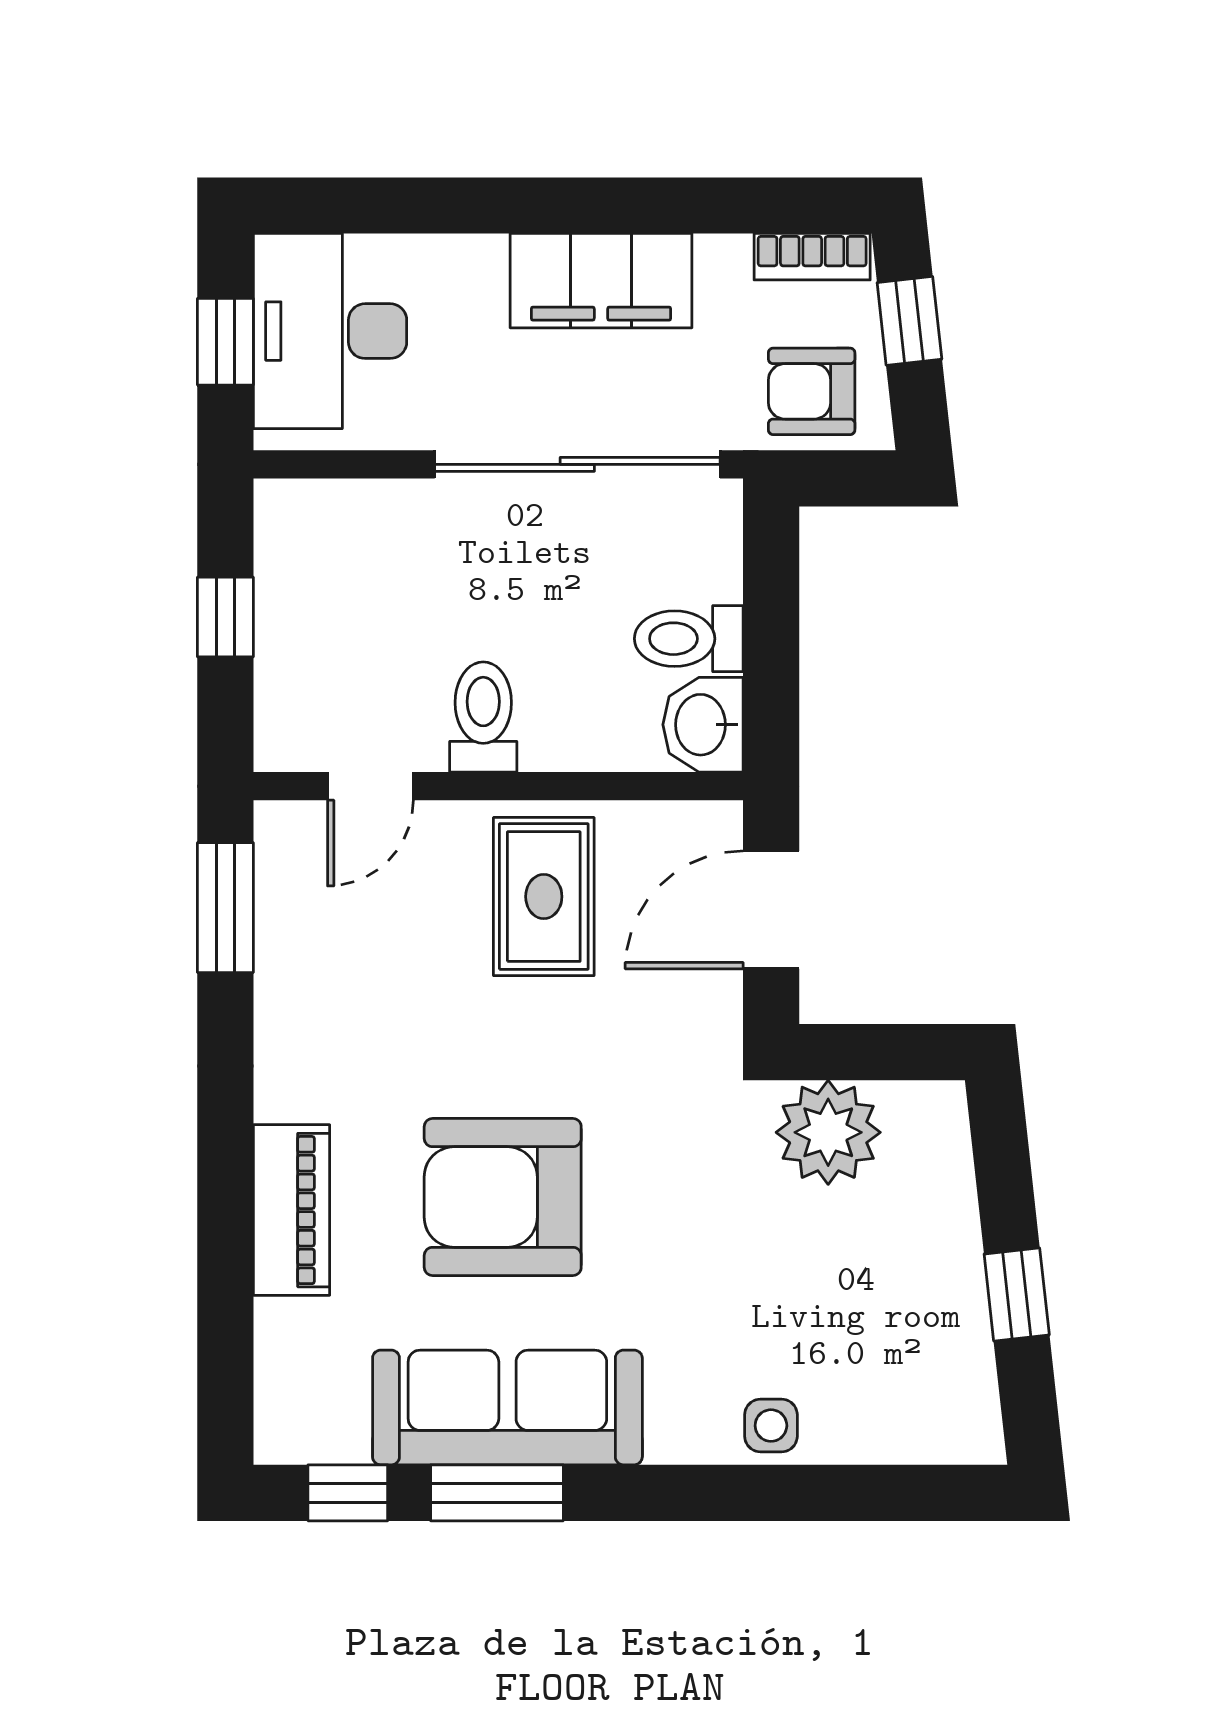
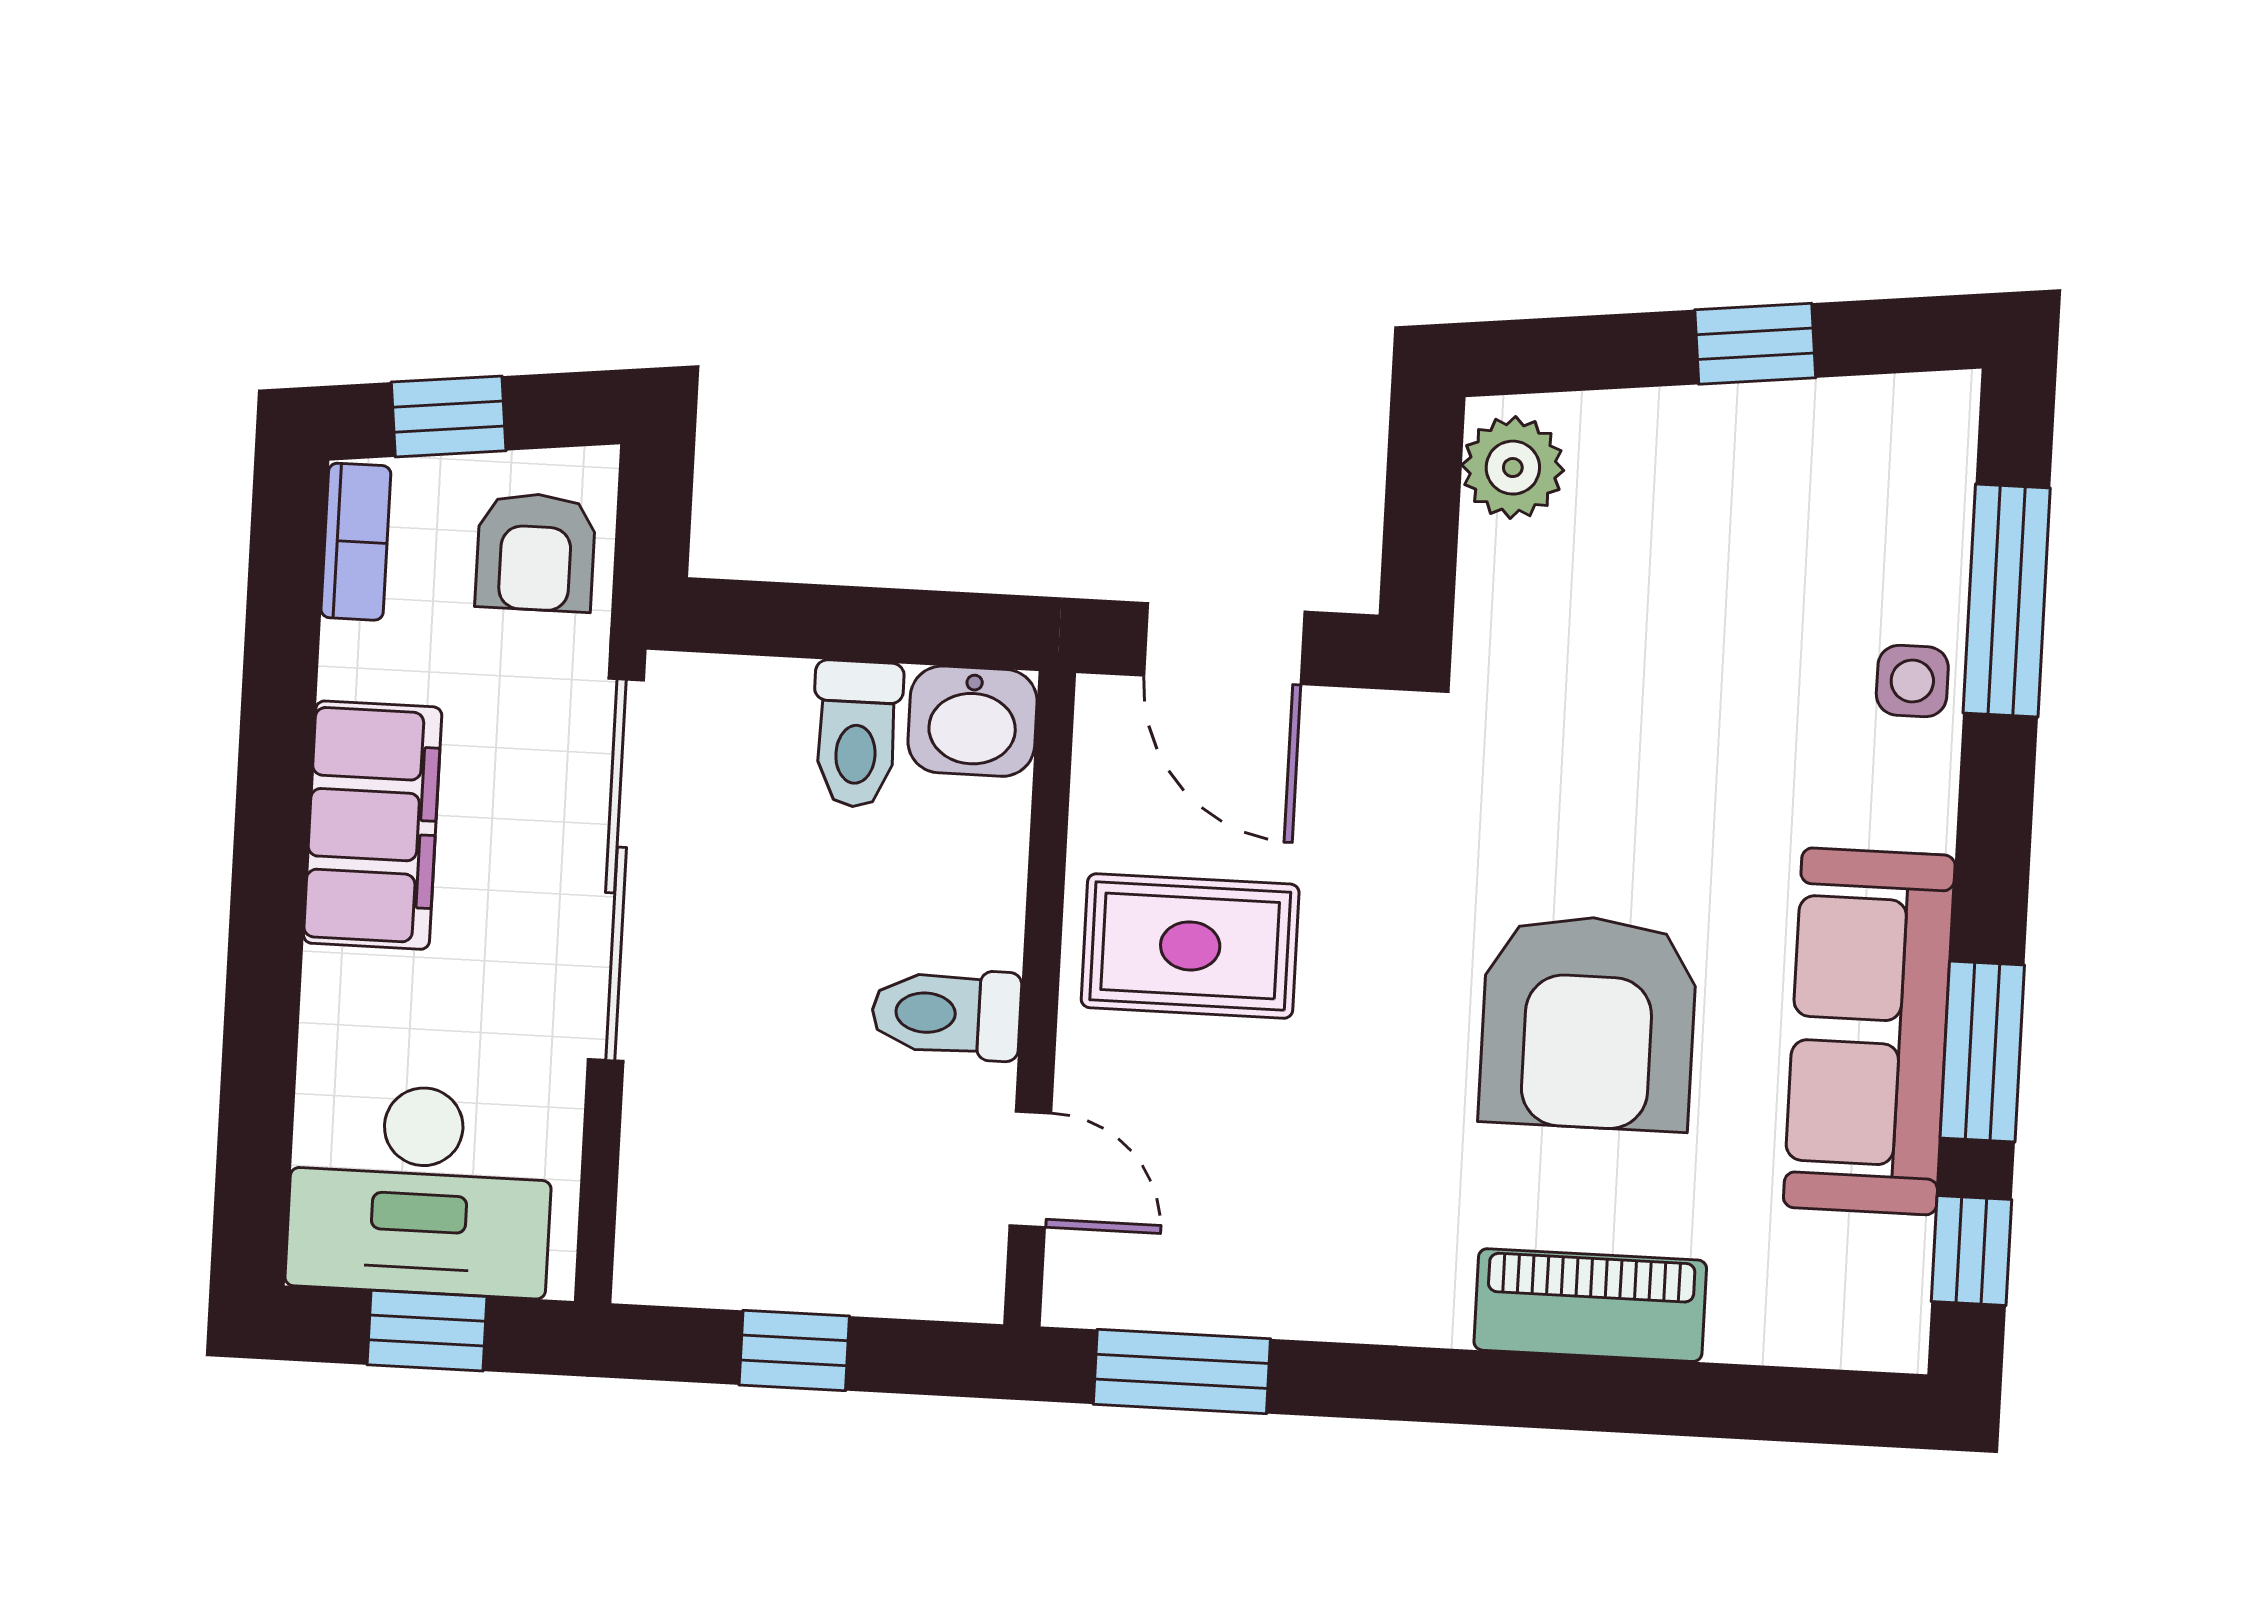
plant: (828, 1132) -> (1513, 468), moved, width x0.73, depth x0.73
window: (835, 1493) -> (2007, 601), added

